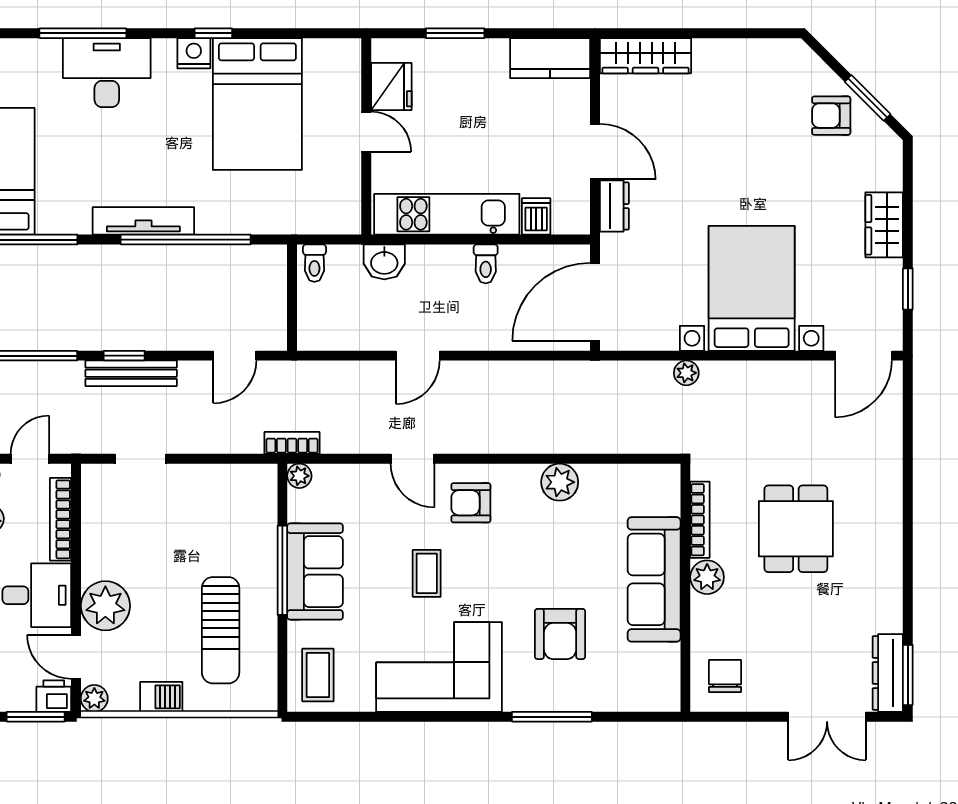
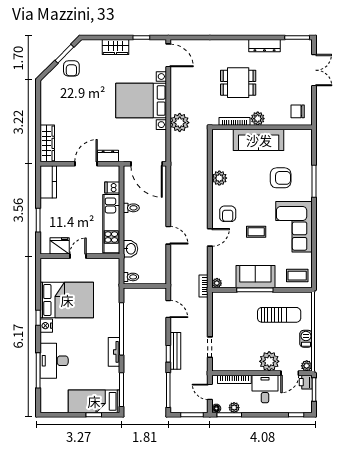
tv unit: (143, 221) -> (114, 352), width x0.71
plant: (686, 373) -> (180, 123), width x1.88, depth x1.88
dresser: (888, 673) -> (264, 46), moved

